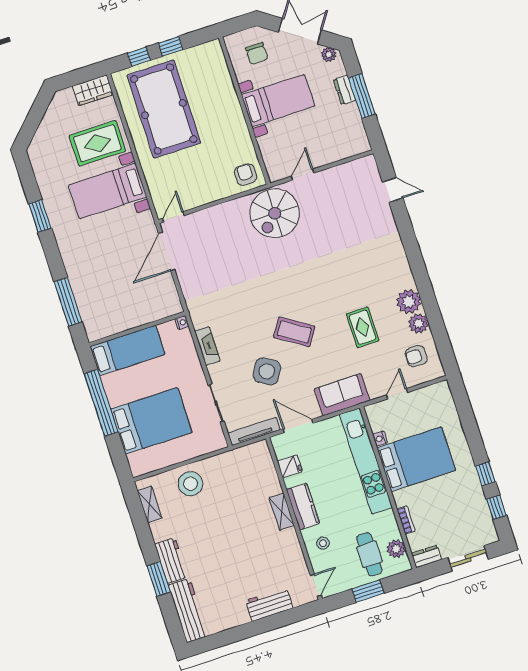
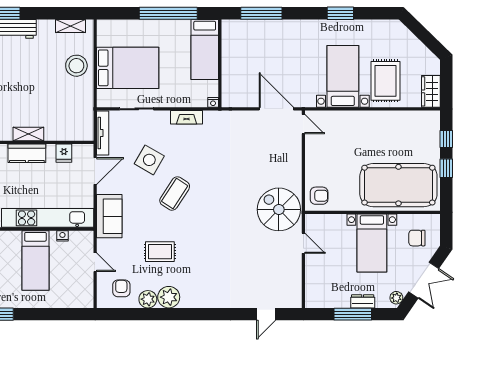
pool table: (164, 109) -> (398, 185), moved
bed: (151, 421) -> (128, 68), moved, turned -90
bed: (416, 459) -> (35, 260), width x0.67

